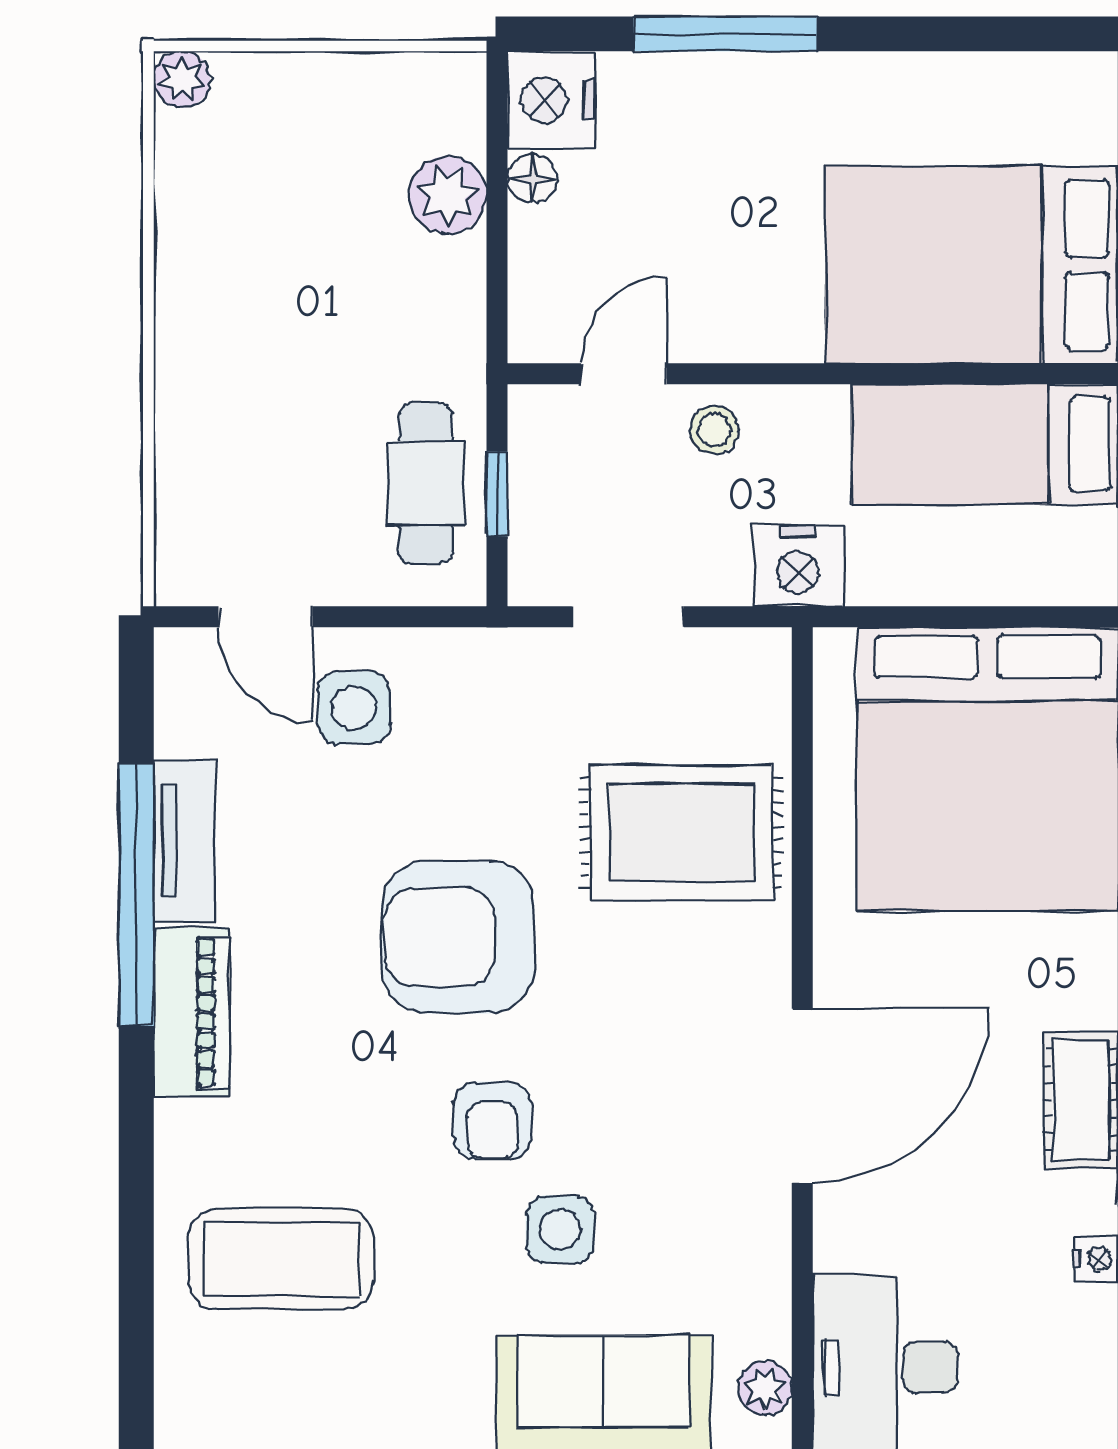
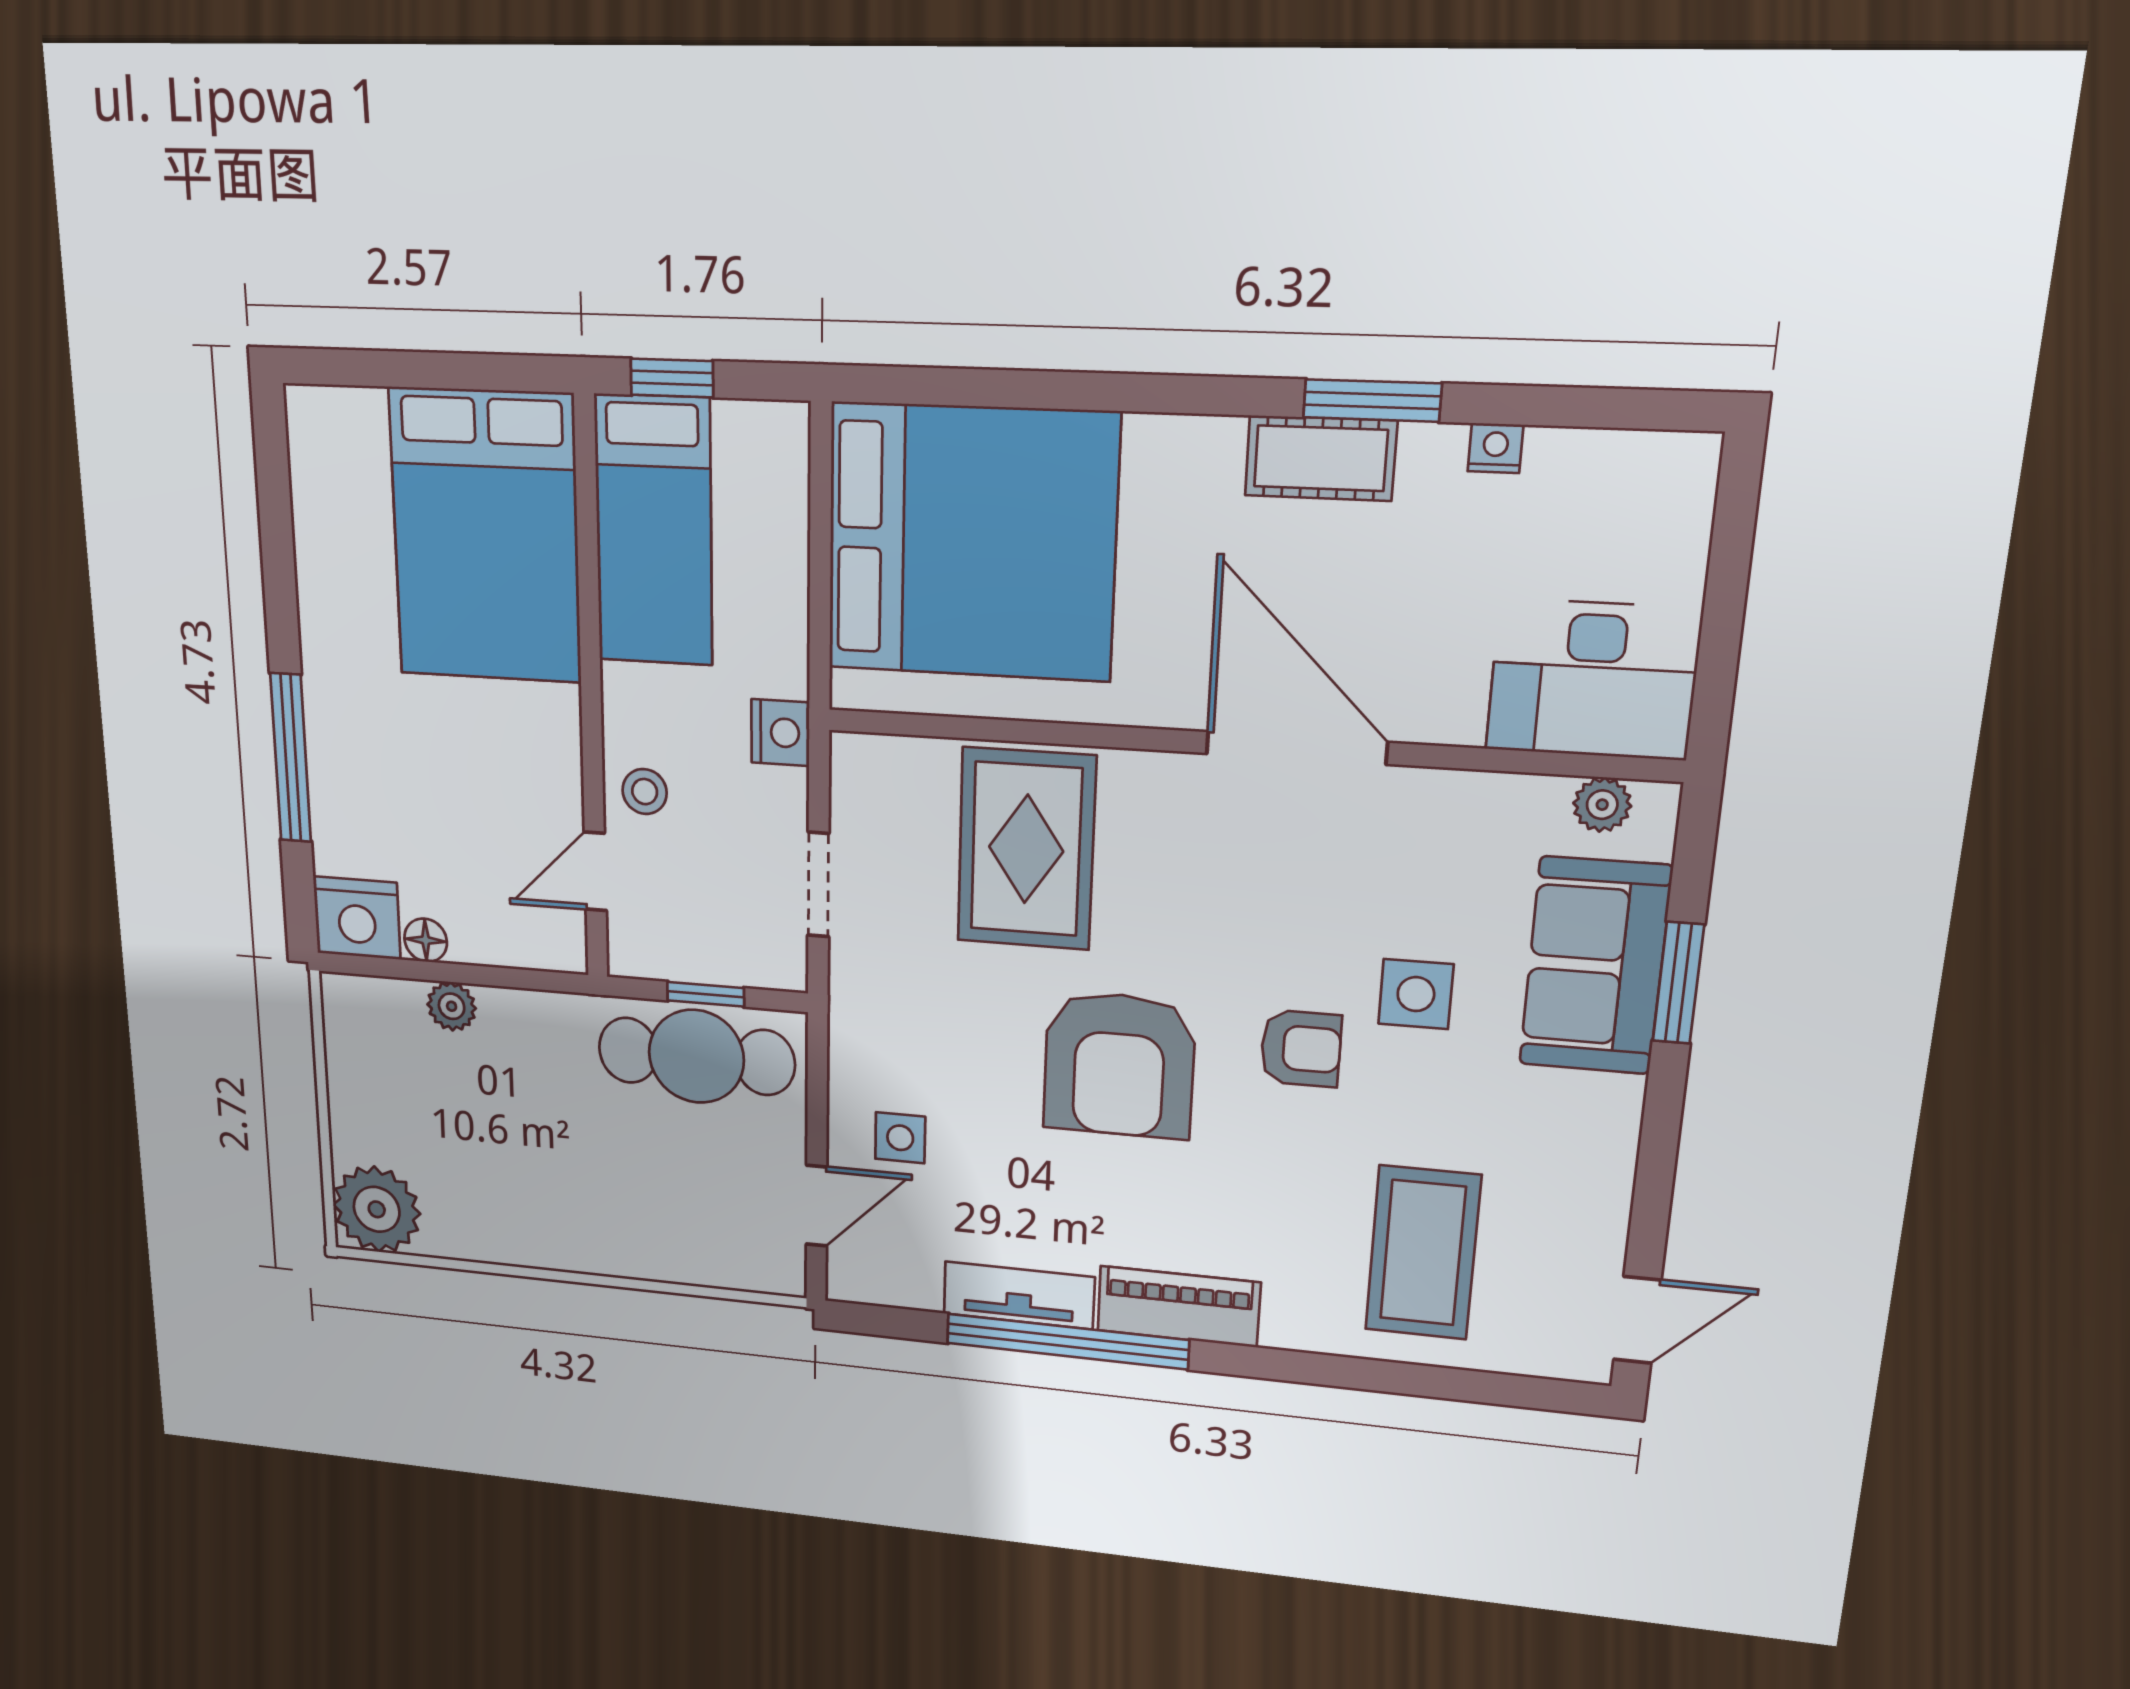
plant: (182, 79) -> (377, 1209), width x1.88, depth x1.88
plant: (448, 195) -> (452, 1006), width x0.73, depth x0.73
door: (624, 374) -> (595, 871), hinge flipped
cafe table: (426, 483) -> (696, 1056), width x1.37, depth x1.35
nightstand: (798, 566) -> (780, 733), width x0.74, depth x0.75
side table: (354, 708) -> (900, 1138), width x0.73, depth x0.73

